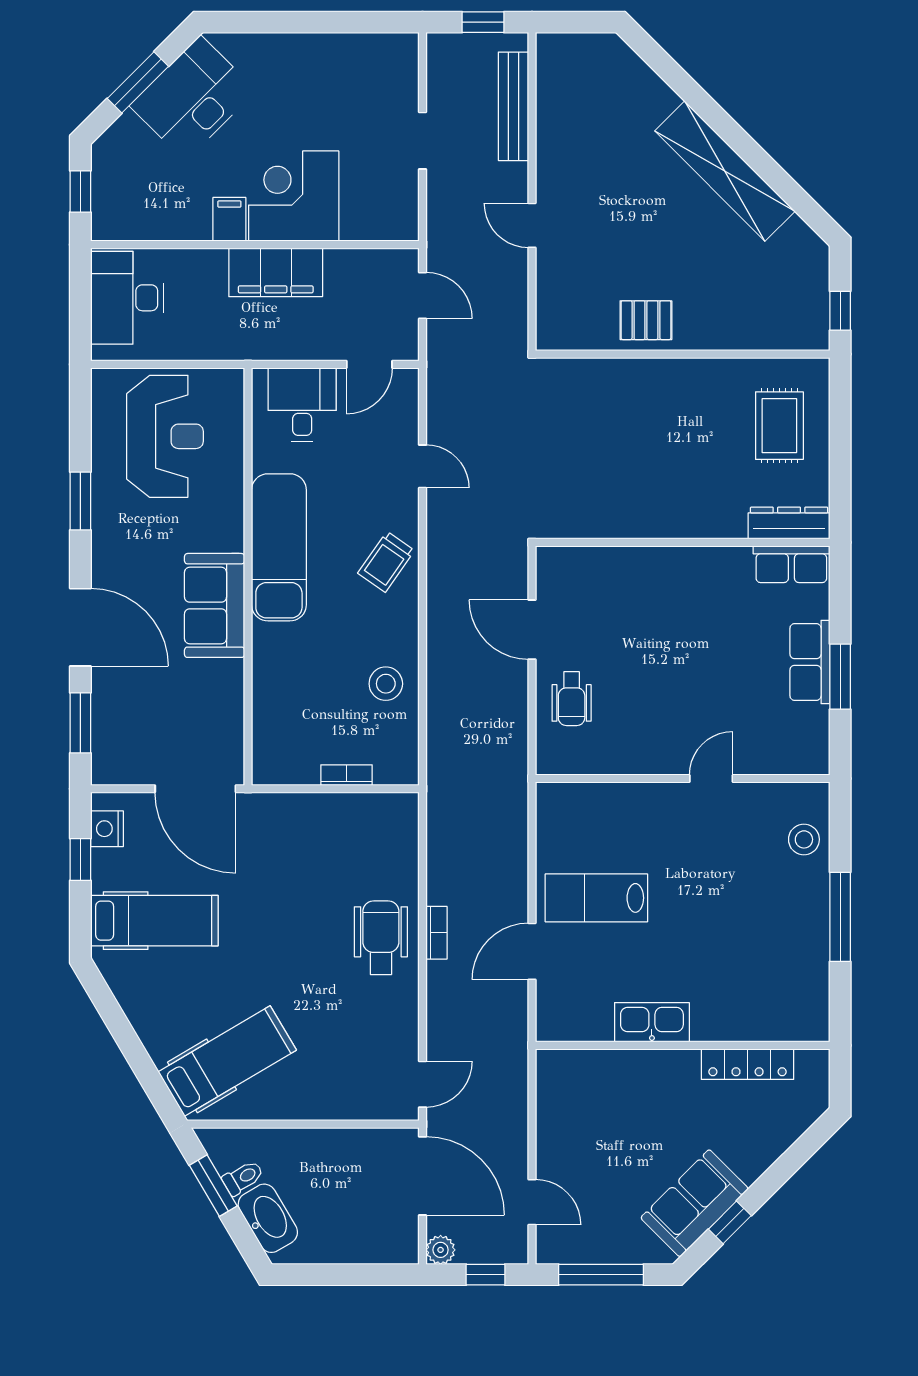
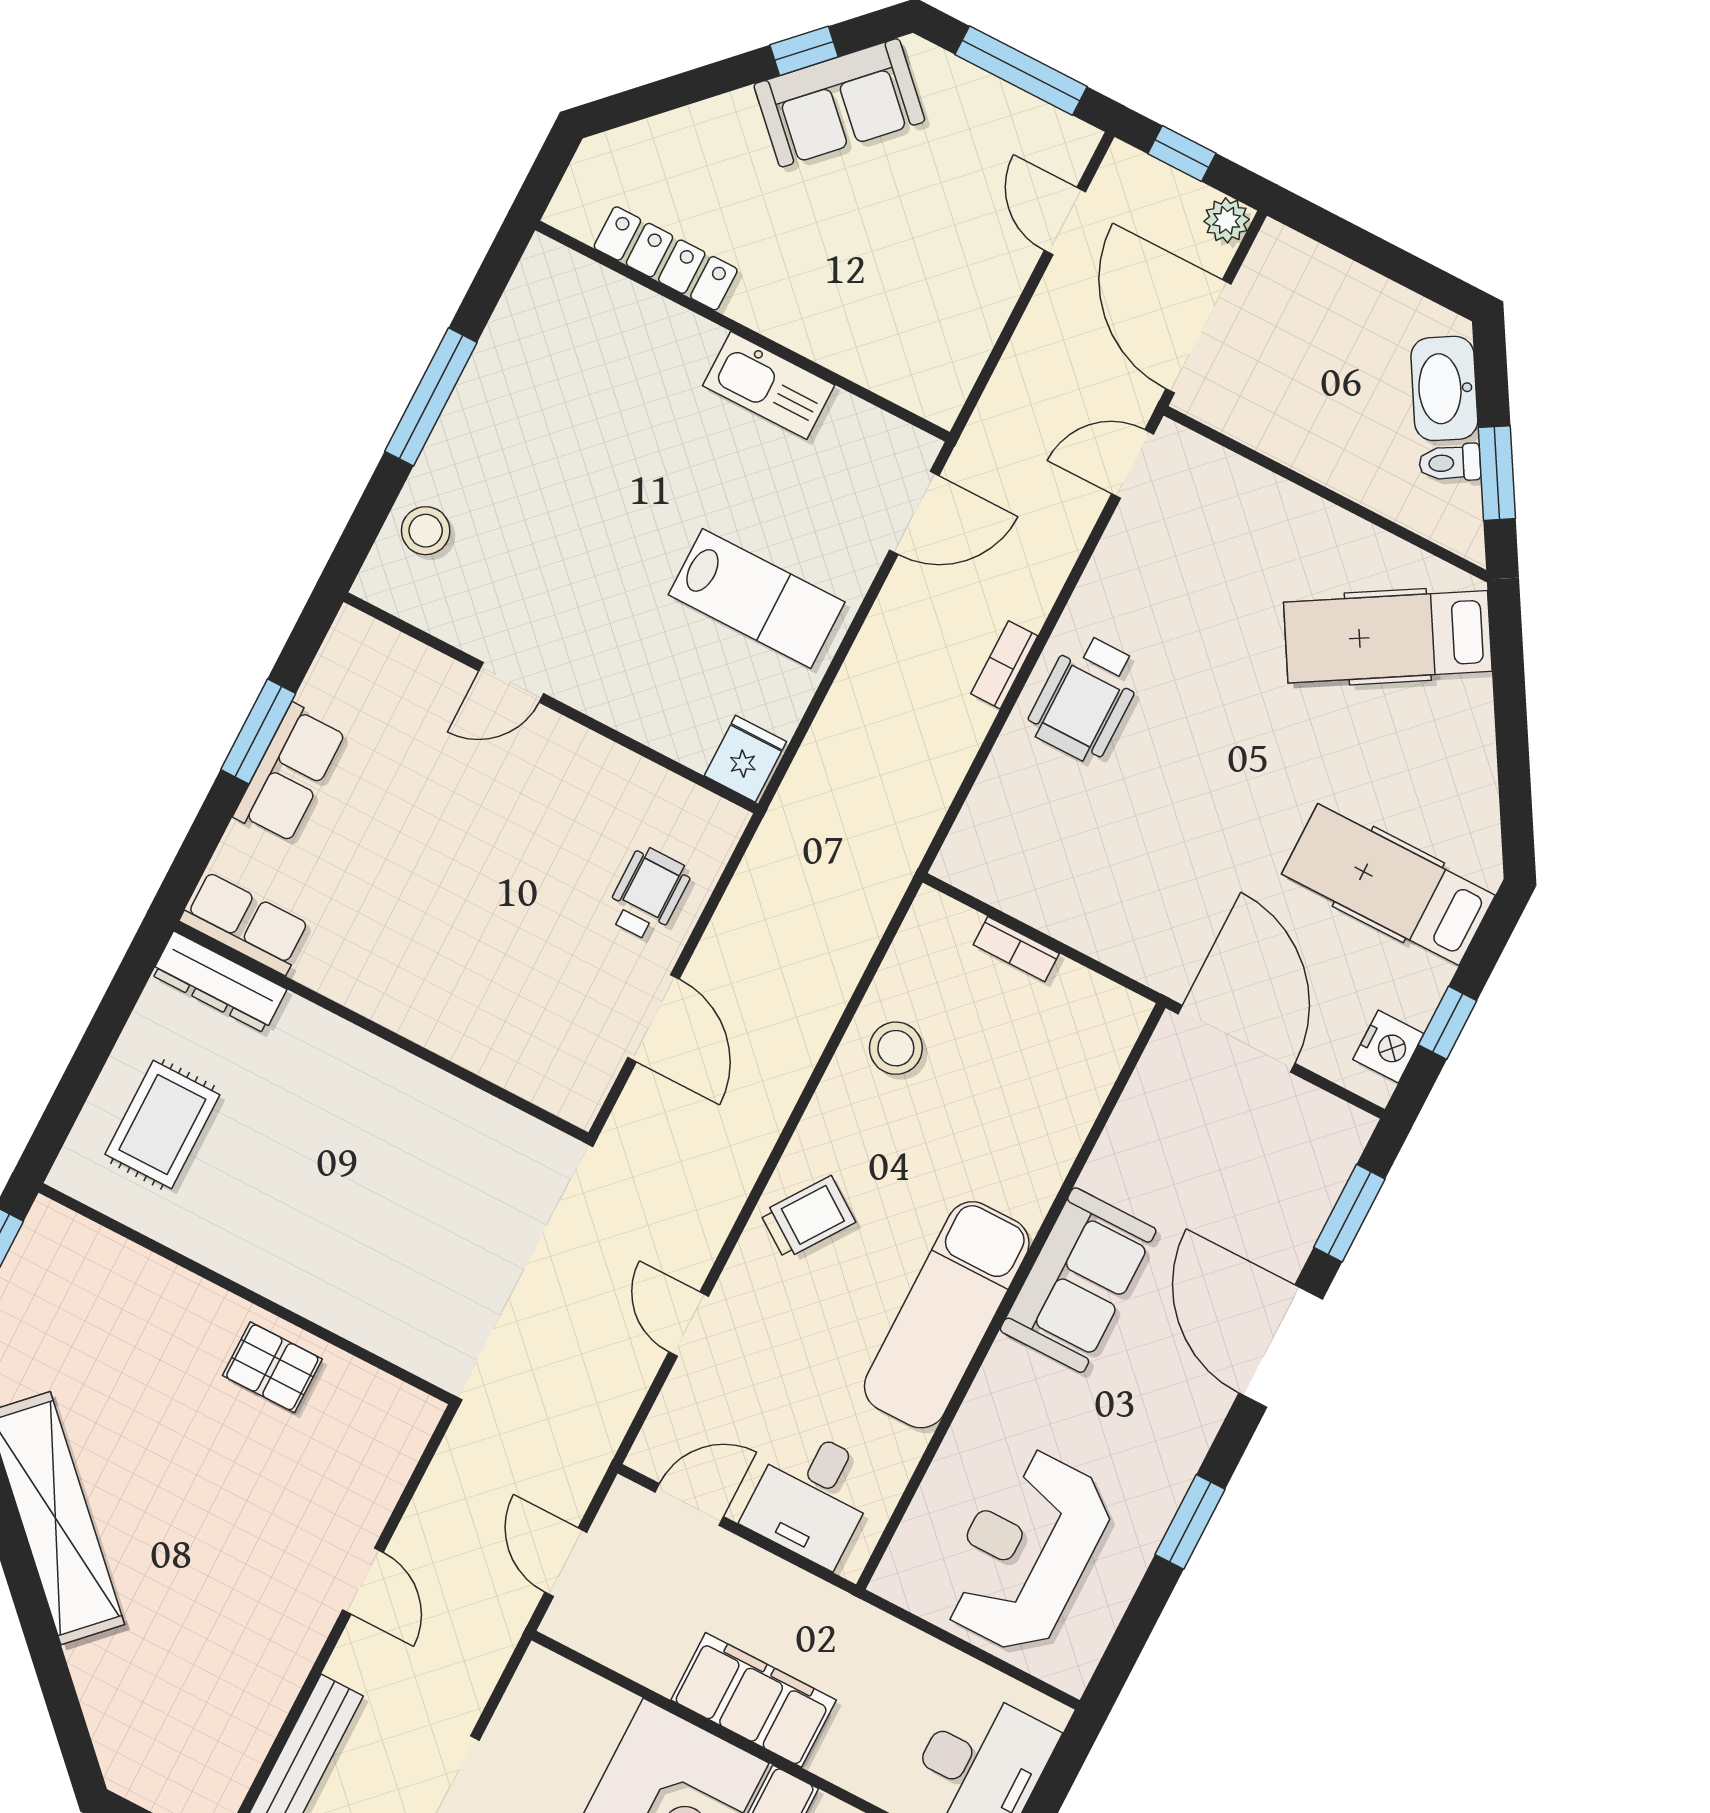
fridge: (556, 804) -> (745, 759), added
door: (532, 951) -> (914, 513), moved

